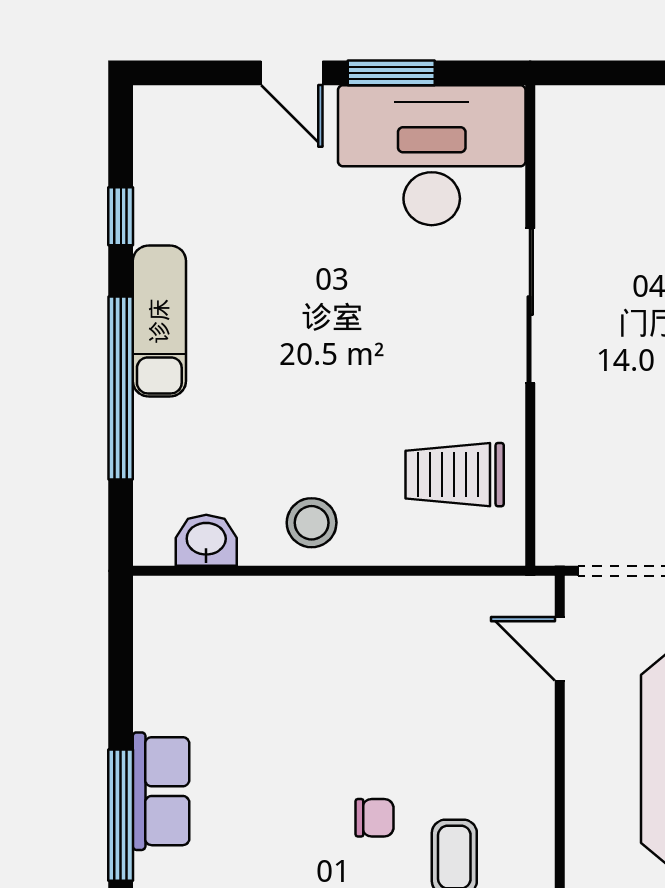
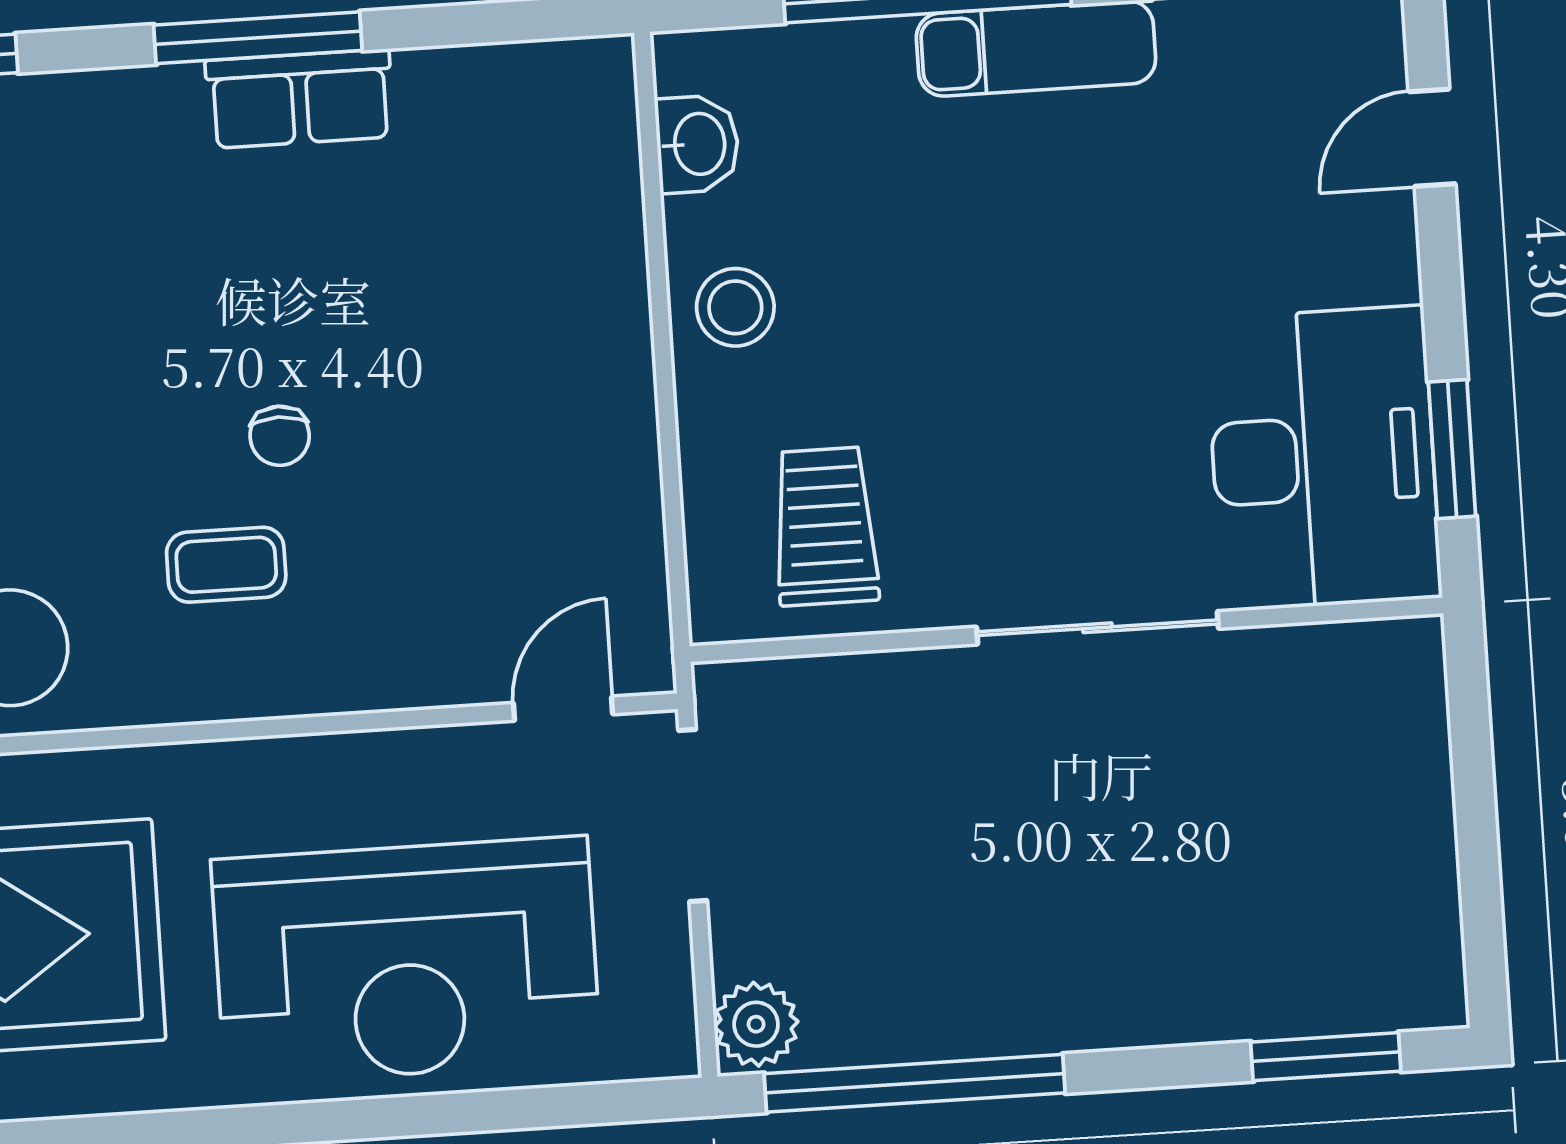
door: (292, 73) -> (1432, 138), moved
window: (391, 73) -> (1452, 449), moved

